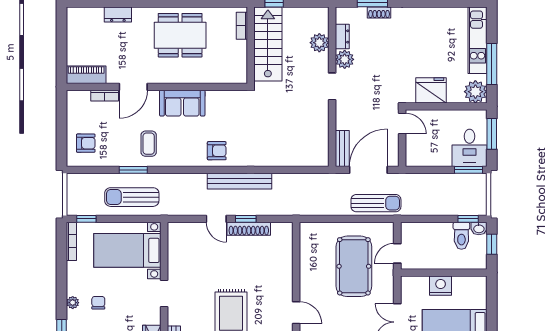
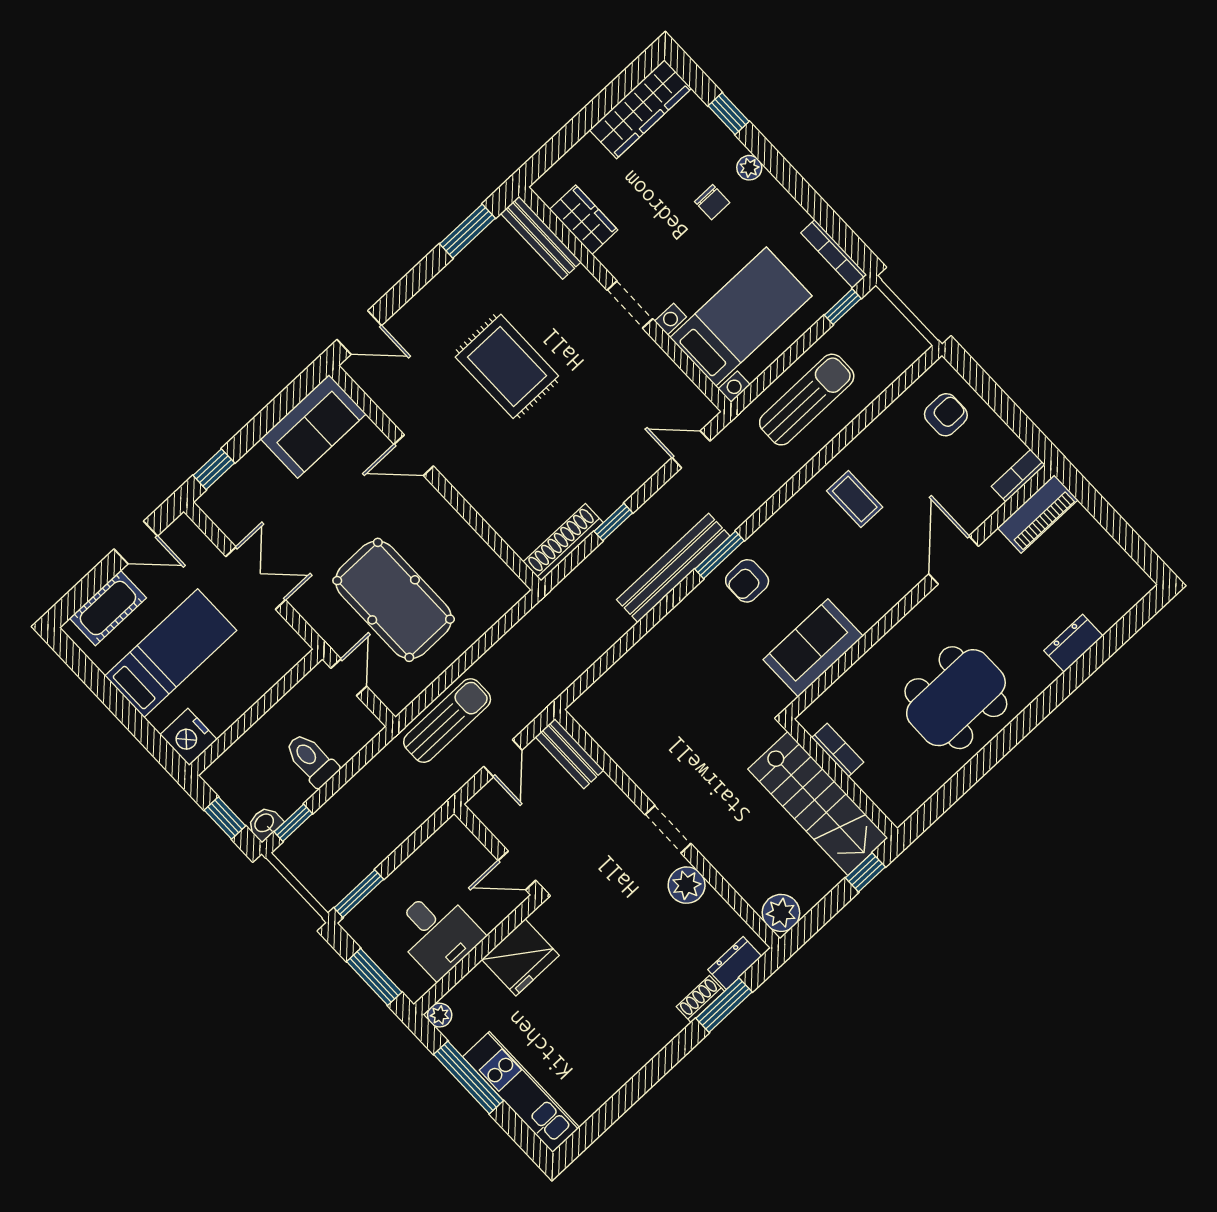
bookcase: (242, 26) -> (838, 750), moved
dresser: (342, 36) -> (735, 963), moved, turned 90
plant: (319, 43) -> (781, 913), moved
plant: (475, 92) -> (440, 1015), width x0.53, depth x0.53
bookcase: (105, 96) -> (1018, 476), moved
sofa: (182, 103) -> (813, 648), moved
armchair: (86, 143) -> (946, 415), turned 180
desk: (469, 148) -> (437, 933), moved, turned 180
window: (133, 170) -> (719, 555), moved
door: (368, 170) -> (503, 758), width x0.53
sun lounger: (376, 203) -> (447, 721), turned 180
door: (216, 219) -> (691, 449), moved
shoe rack: (249, 229) -> (563, 542), moved
toilet: (461, 236) -> (311, 760), moved
nightstand: (441, 286) -> (189, 737), moved, turned 90

